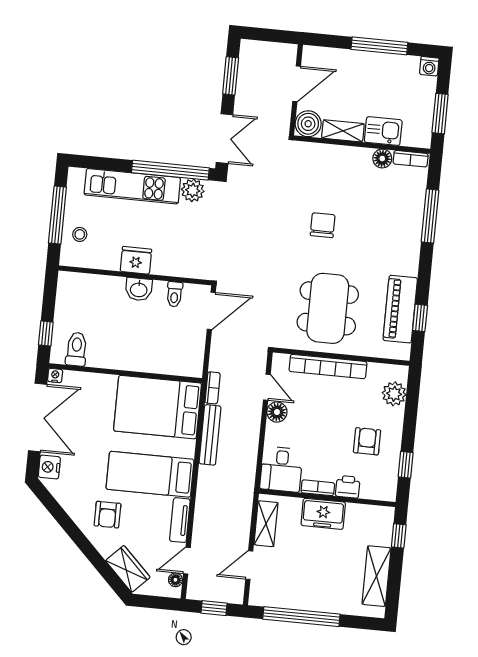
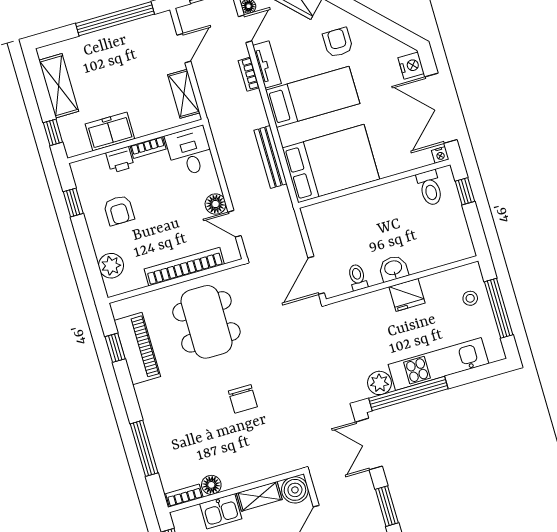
bookcase: (213, 388) -> (249, 74), moved
freezer: (323, 514) -> (110, 131), moved

